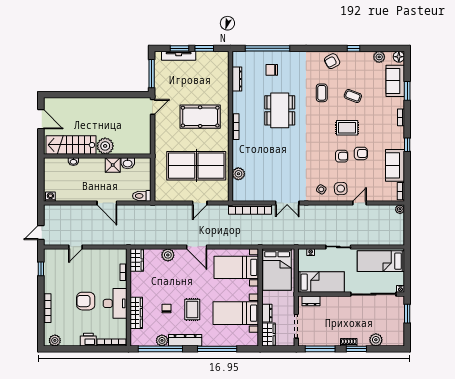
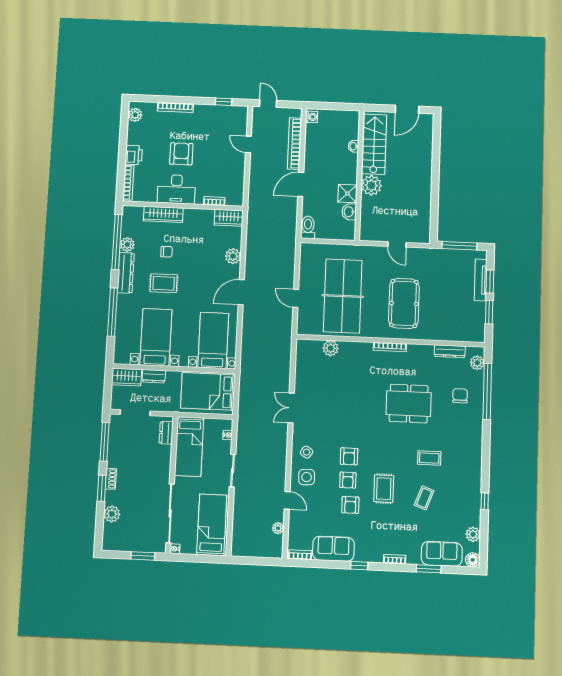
plant: (245, 57) -> (477, 363), added
armchair: (332, 61) -> (349, 456), moved, turned -151
door: (153, 107) -> (397, 244), moved
plant: (400, 209) -> (278, 528), moved
bookcase: (250, 210) -> (294, 144), moved

